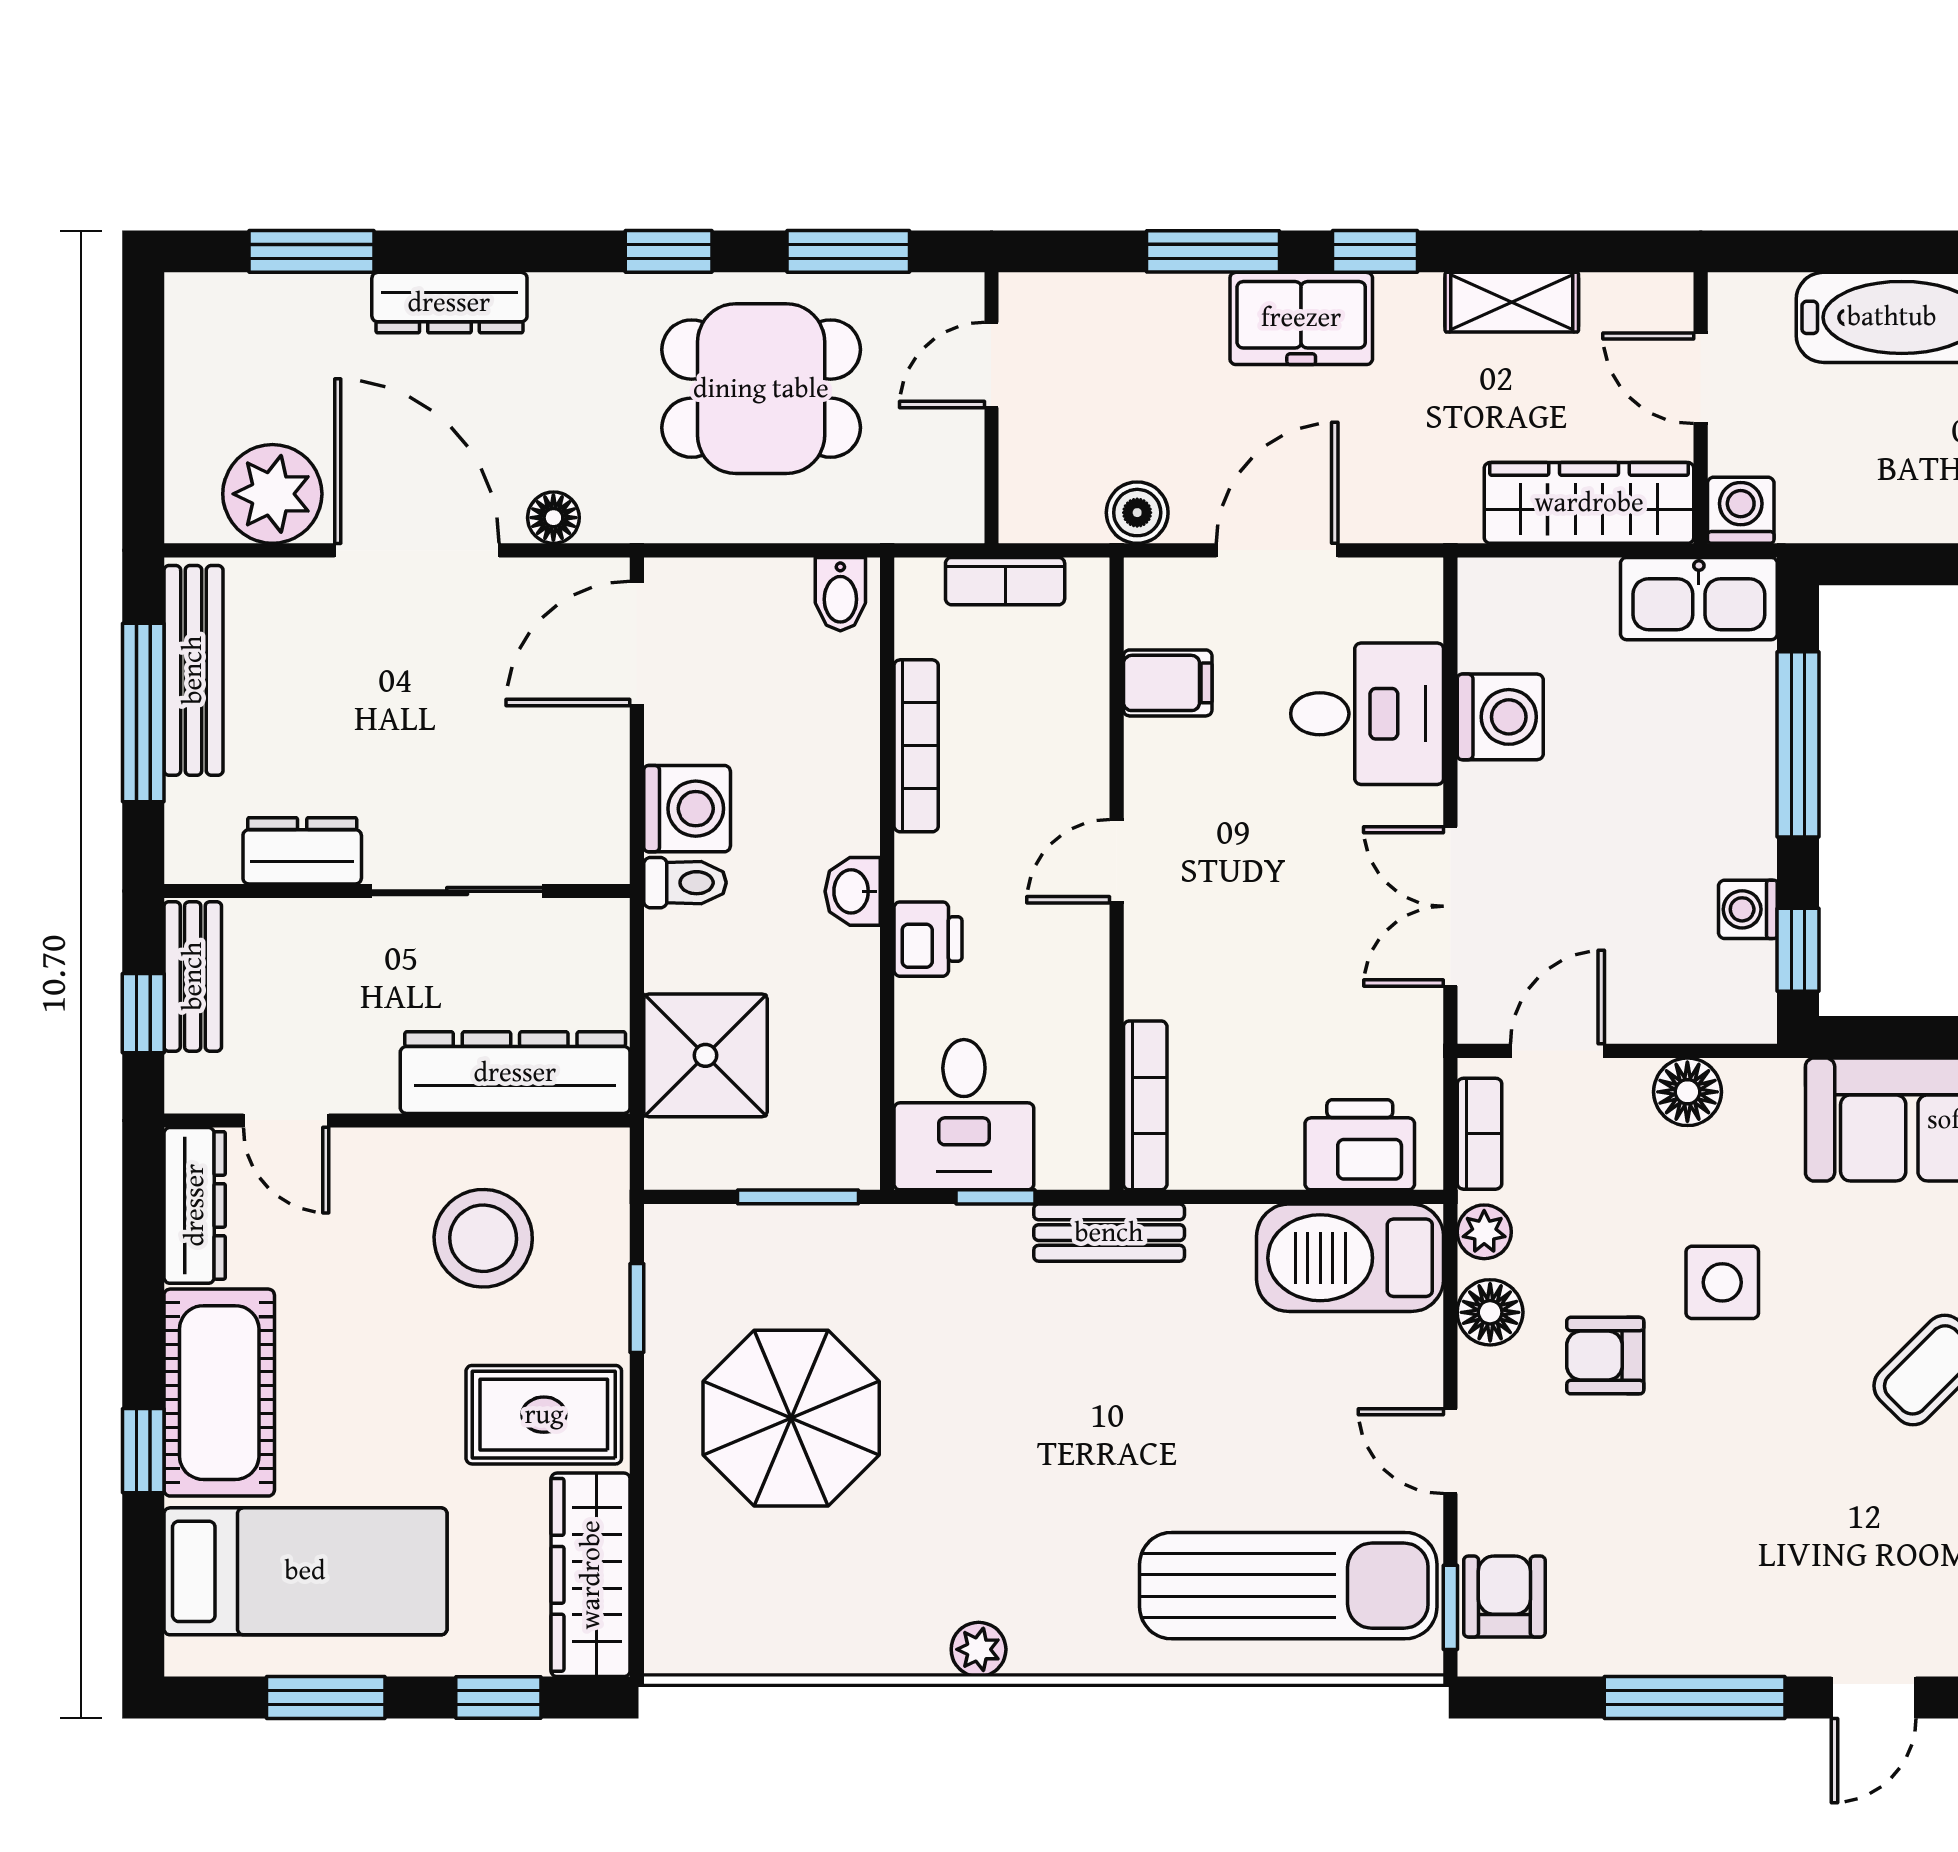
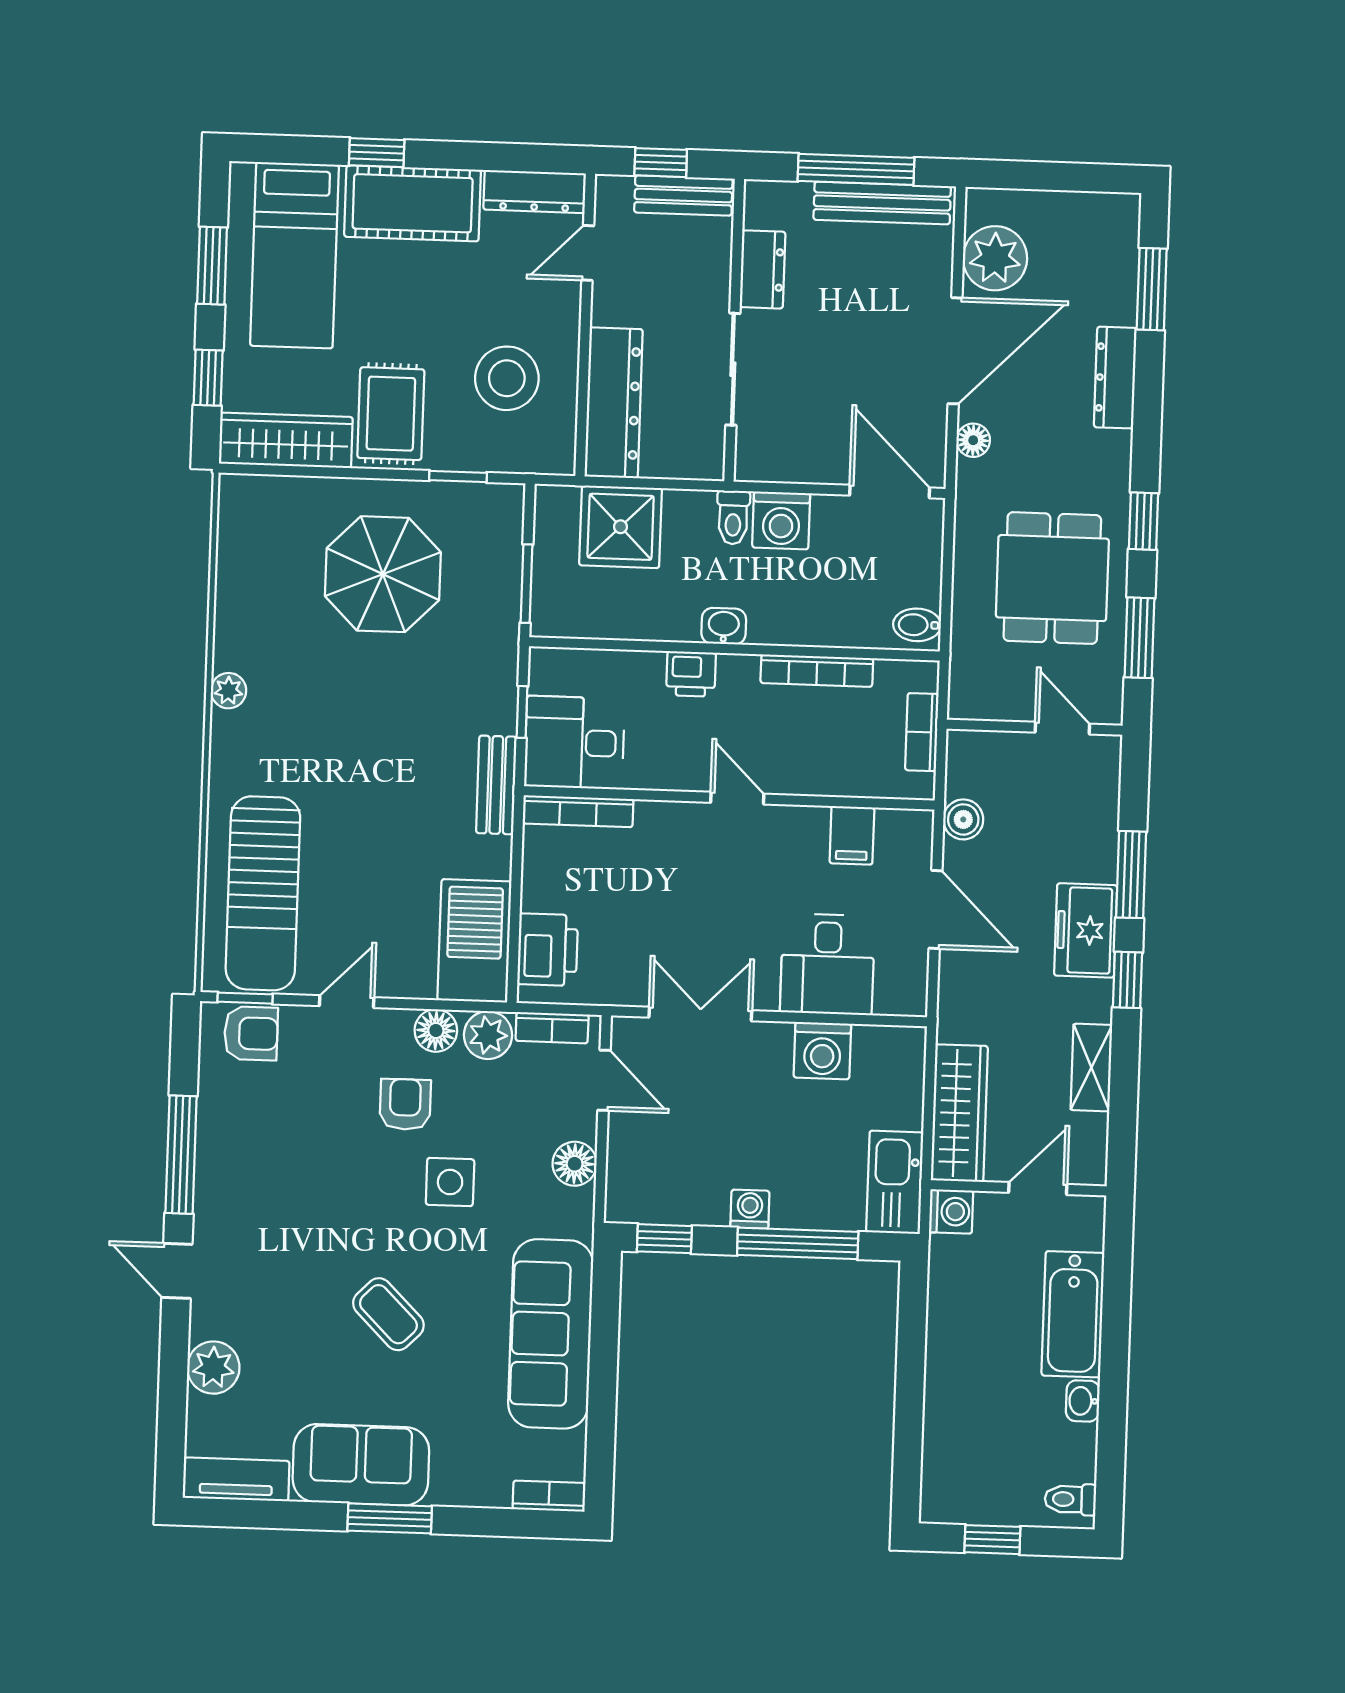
washing machine: (1748, 909) -> (750, 1209), moved
desk: (964, 1115) -> (574, 743), moved
plant: (1484, 1232) -> (488, 1035), width x1.38, depth x1.38

